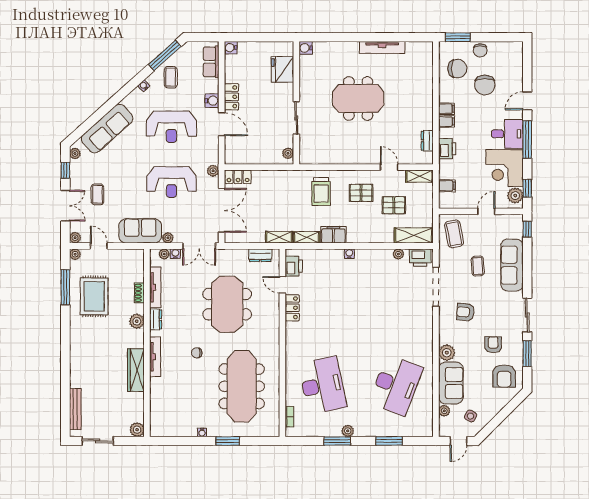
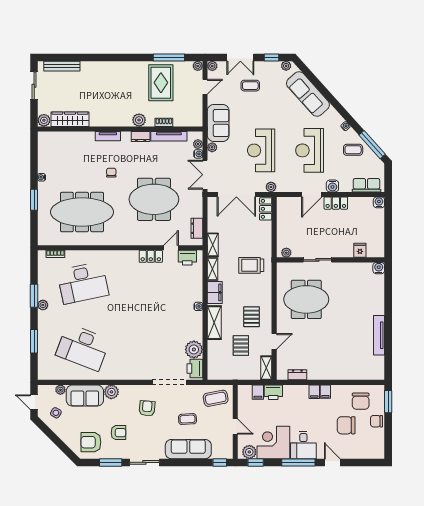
fridge: (282, 69) -> (360, 250), width x0.53, depth x0.75
meeting table: (358, 98) -> (306, 299), moved, turned 90
printer: (447, 149) -> (273, 392), moved
trolley: (321, 192) -> (251, 265), moved
shelving: (414, 235) -> (214, 323), moved
plant: (398, 254) -> (194, 349), width x1.88, depth x1.88
rug: (94, 296) -> (161, 83), turned 90
tv unit: (155, 357) -> (108, 136), width x0.71
wardrobe: (136, 370) -> (70, 119), moved

